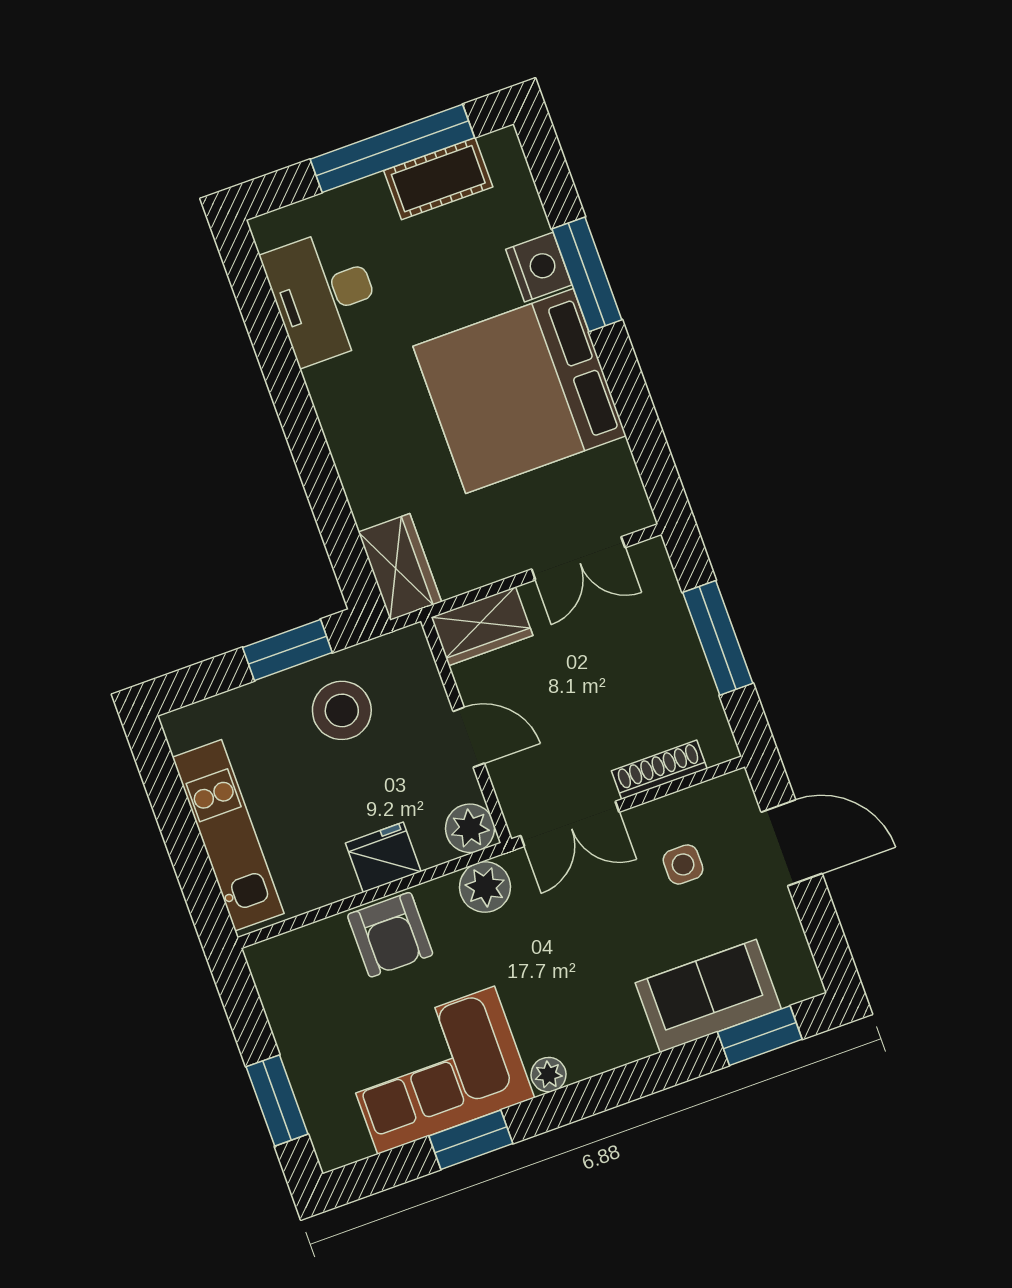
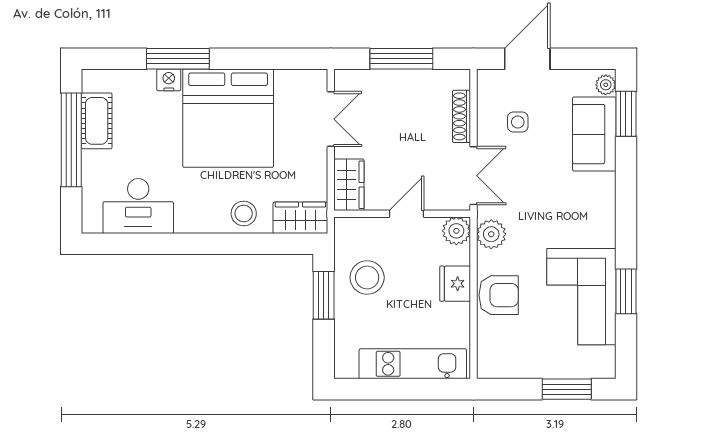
nightstand: (539, 267) -> (169, 80), width x0.74, depth x0.75
stool: (374, 472) -> (244, 213), added
plant: (548, 1075) -> (606, 85), moved

